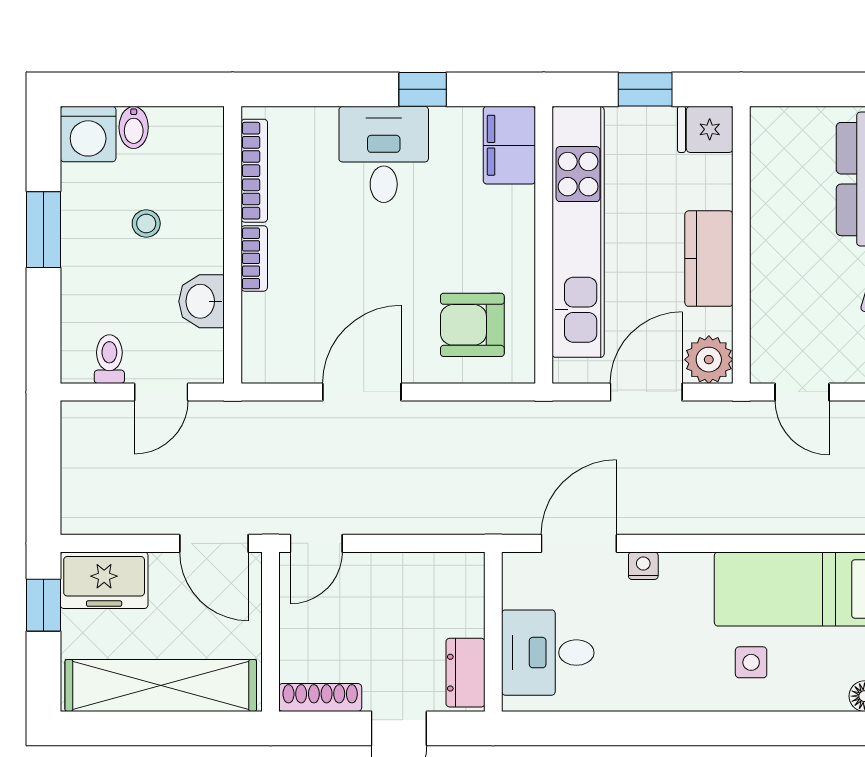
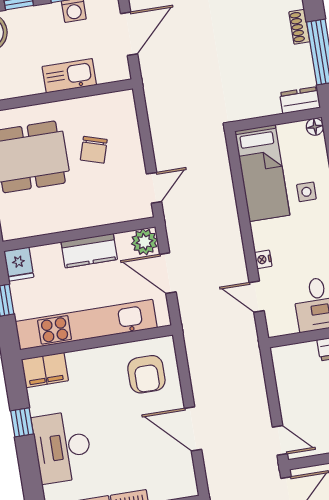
desk: (384, 154) -> (62, 447), width x1.37
door: (579, 543) -> (257, 297), width x0.73

